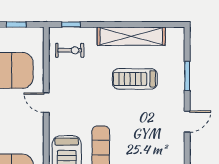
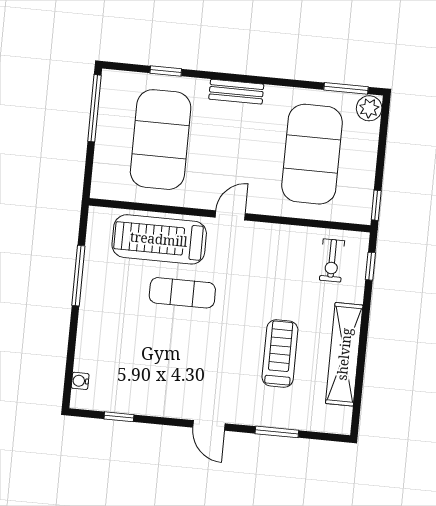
window: (16, 24) -> (376, 205), moved
door: (46, 103) -> (230, 215), moved

